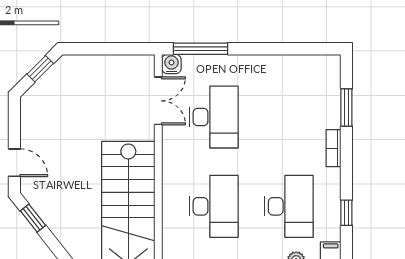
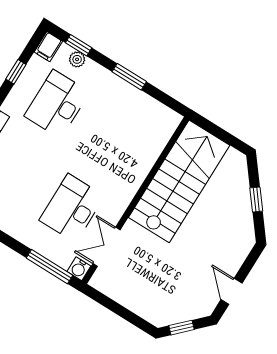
door: (14, 163) -> (231, 291), moved
desk: (214, 206) -> (114, 140), removed
window: (33, 218) -> (256, 200), moved

